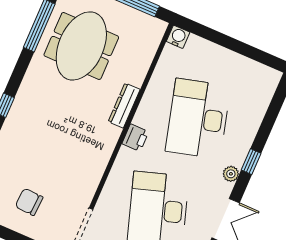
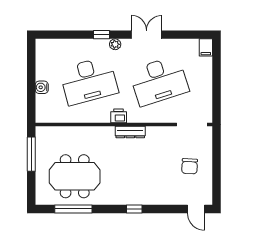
water cooler: (178, 37) -> (42, 87), moved
dresser: (124, 106) -> (130, 132), moved

